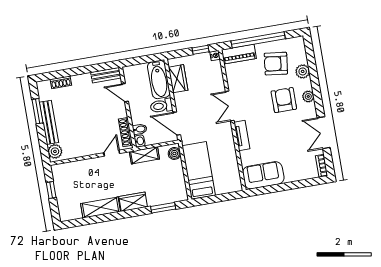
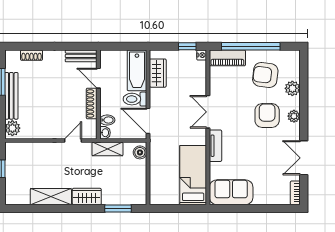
shoe rack: (126, 132) -> (92, 104), moved
bed: (199, 170) -> (193, 175), moved

